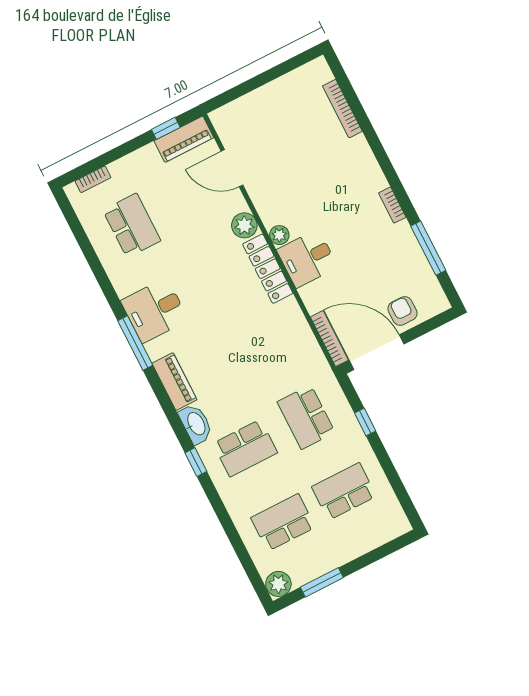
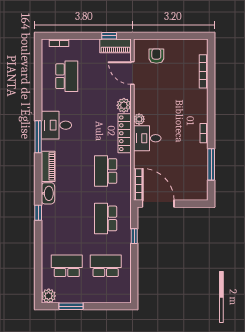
armchair: (402, 311) -> (156, 56), moved
school desk: (245, 448) -> (106, 171), moved, turned 90

